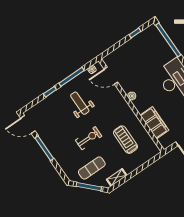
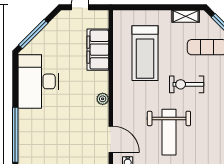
weight bench: (80, 103) -> (169, 132), width x1.36, depth x1.33
treadmill: (125, 140) -> (145, 53), width x1.37, depth x1.38

